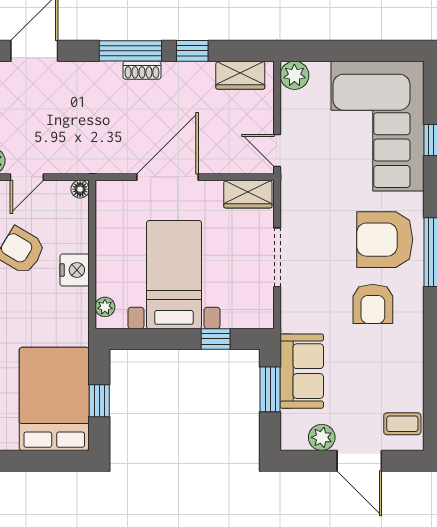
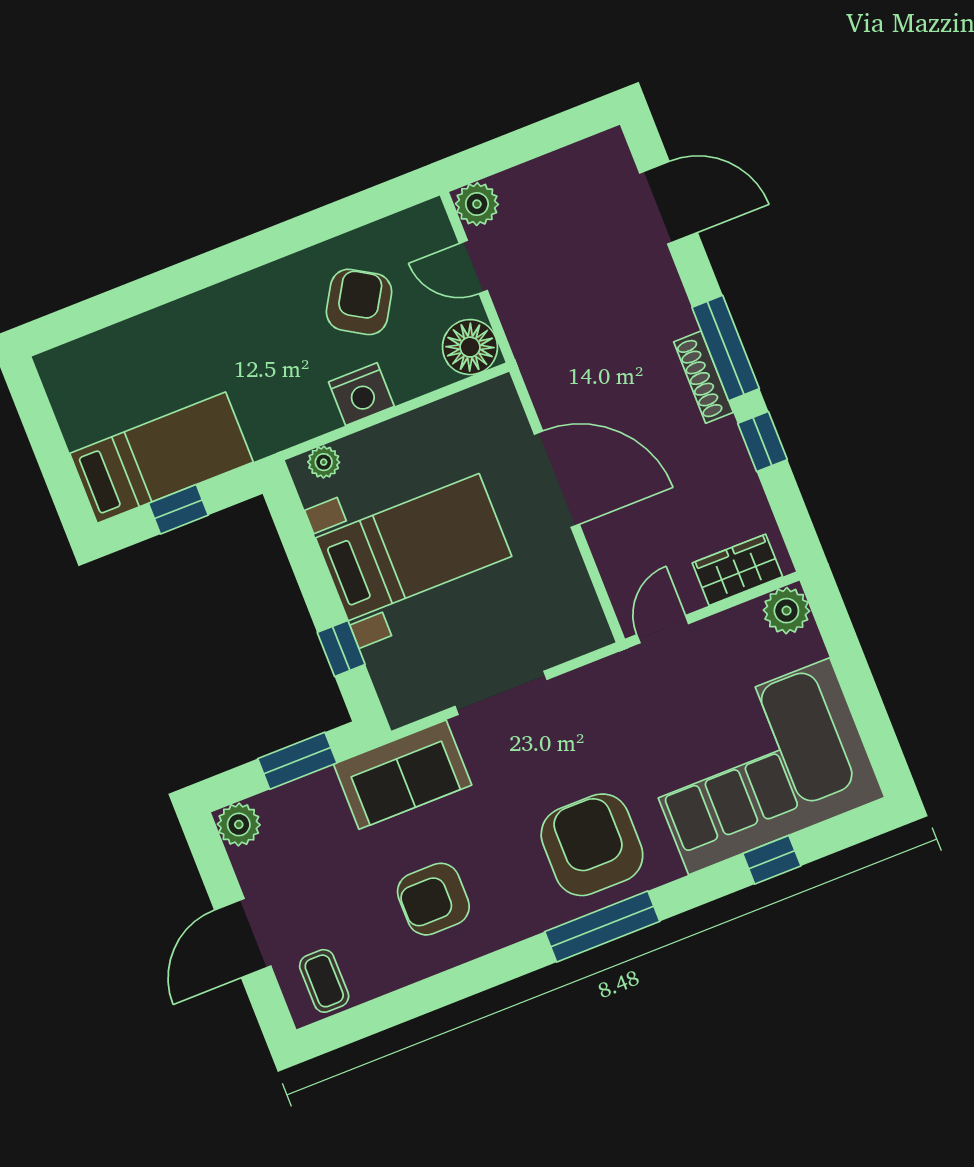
shoe rack: (142, 70) -> (703, 377), width x1.43
wardrobe: (240, 75) -> (737, 570), moved, turned 90
floor lamp: (80, 189) -> (470, 347), width x1.89, depth x1.89
wardrobe: (248, 194) -> (579, 611), removed
armchair: (373, 304) -> (433, 899), moved
sofa: (302, 371) -> (403, 775), moved
bed: (54, 399) -> (161, 458), width x0.67
plant: (322, 437) -> (239, 824), moved

